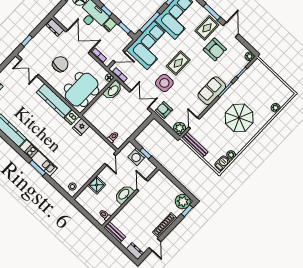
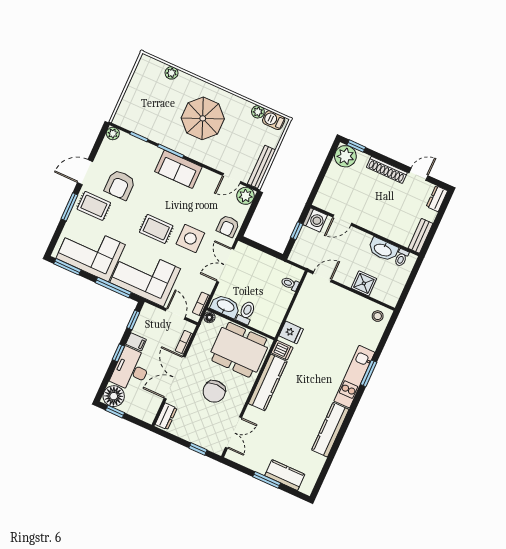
armchair: (215, 49) -> (120, 185), turned 180
chair: (60, 64) -> (214, 391), turned -90
toilet: (104, 102) -> (246, 313), added
washing machine: (137, 157) -> (315, 220), moved
washbasin: (124, 194) -> (383, 250), moved

